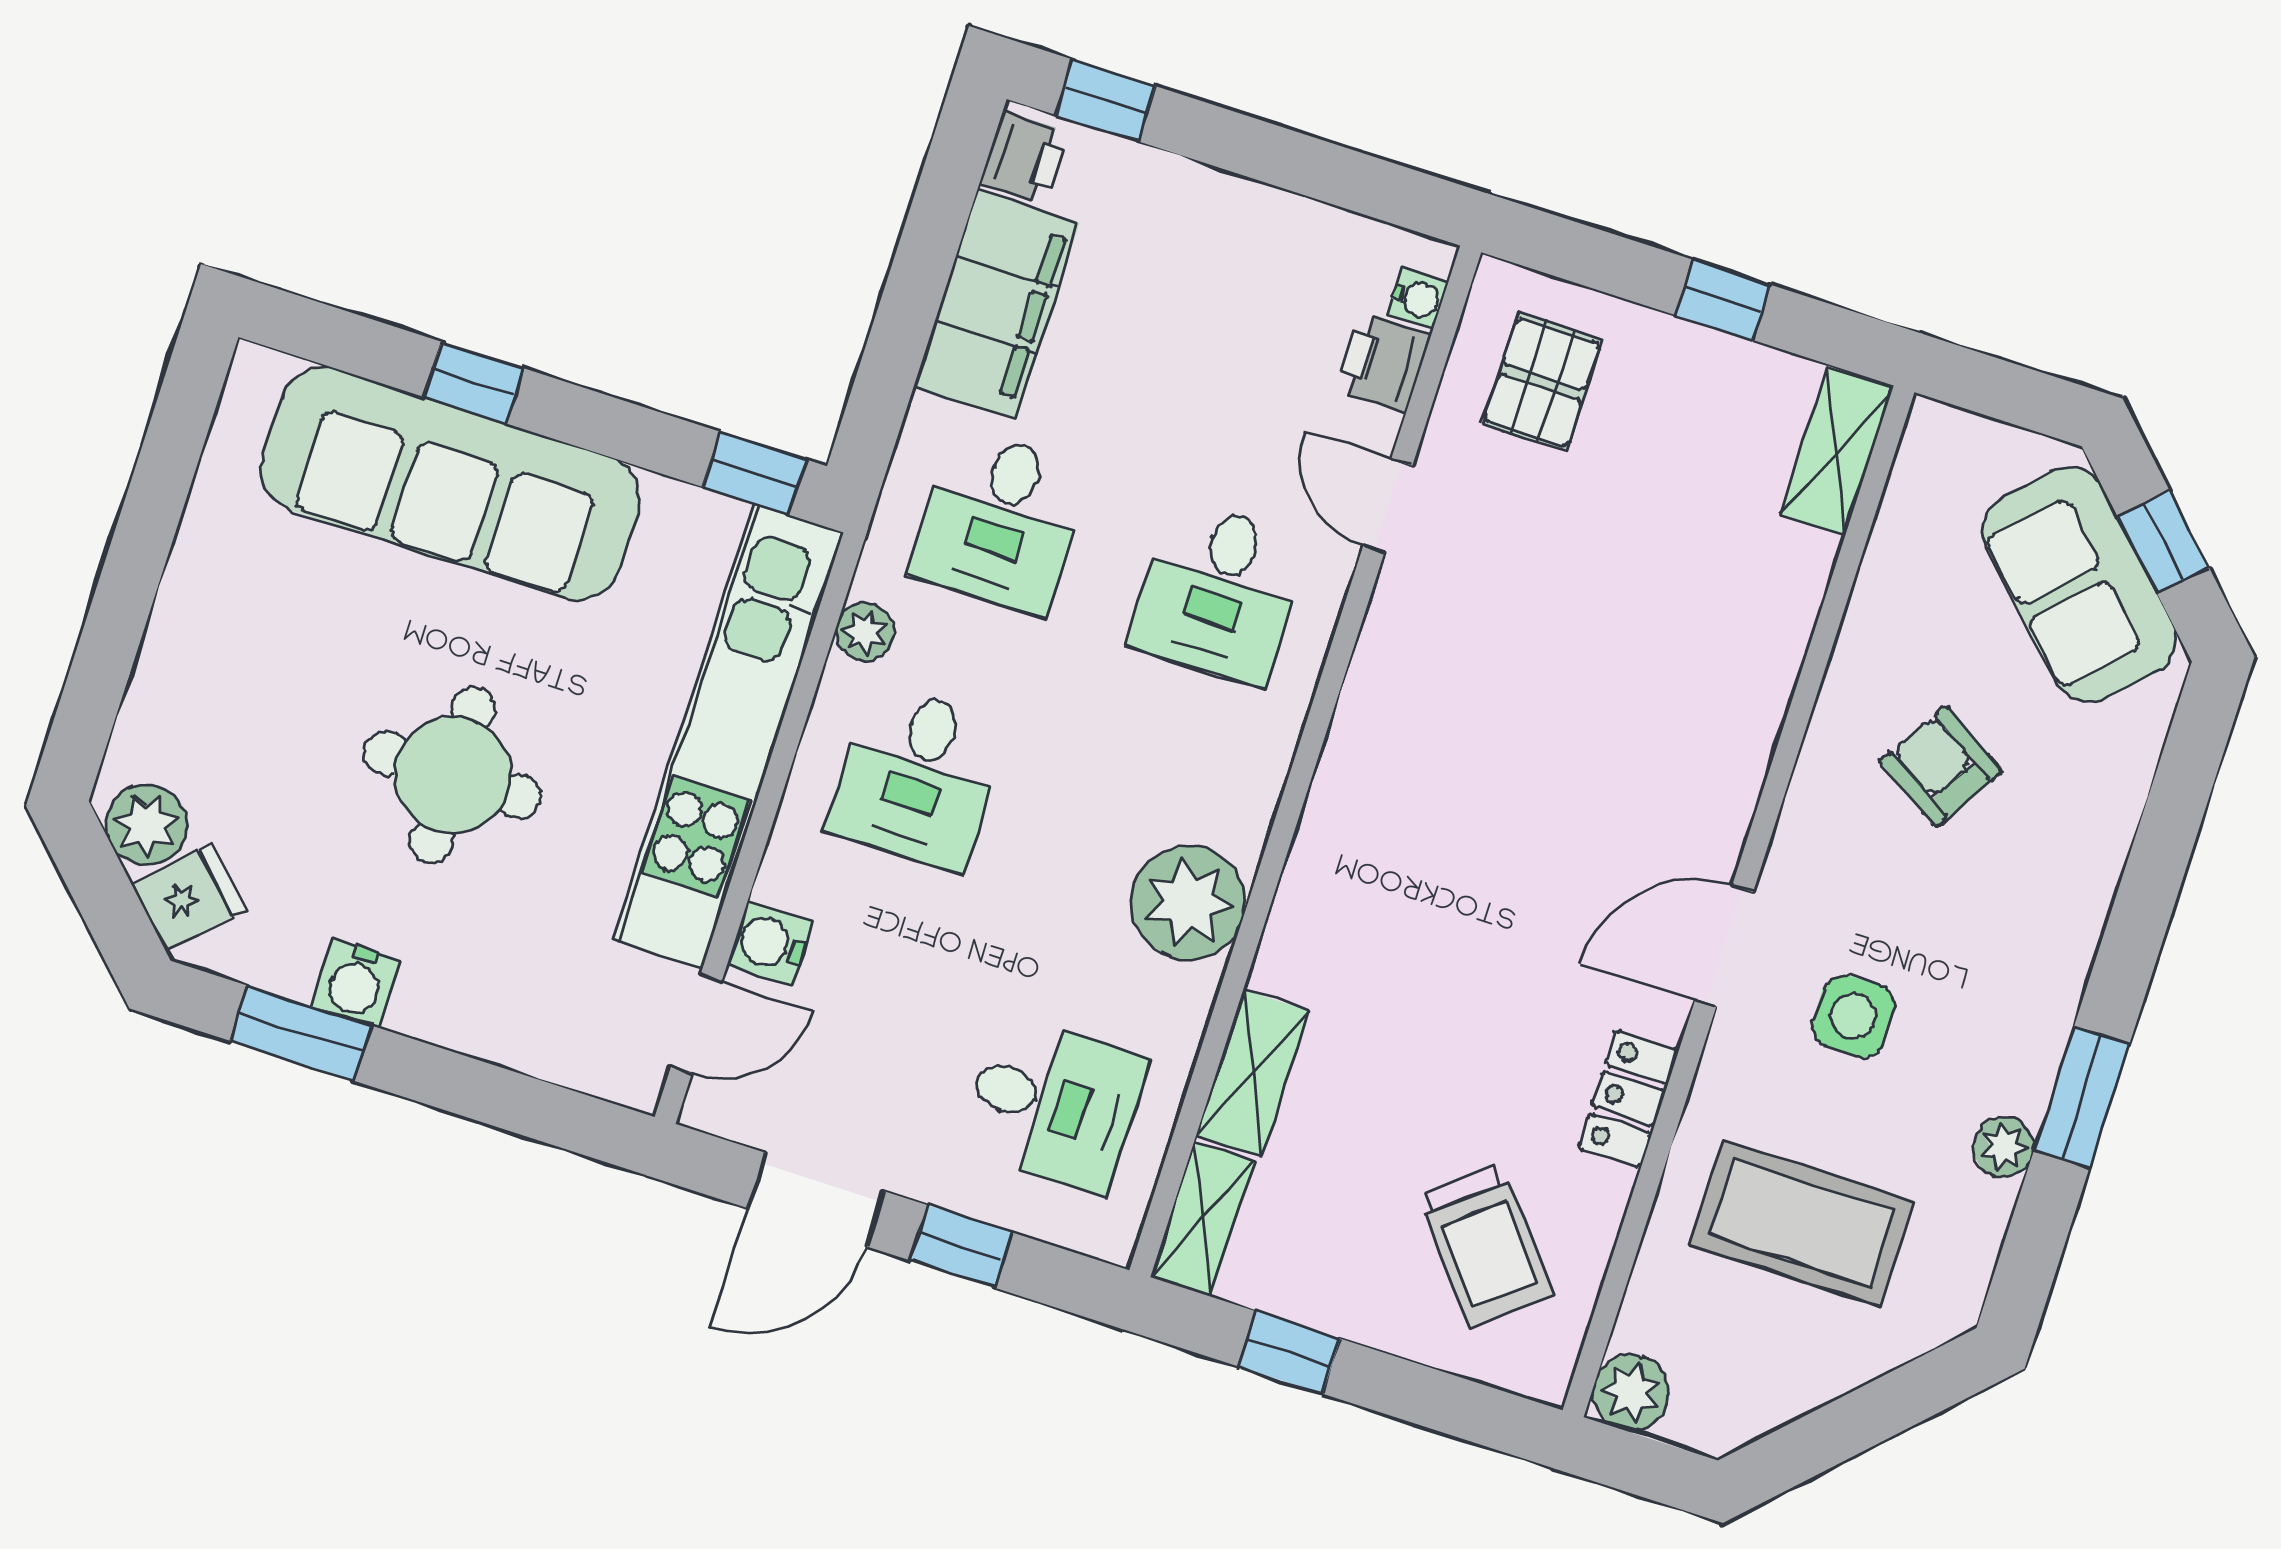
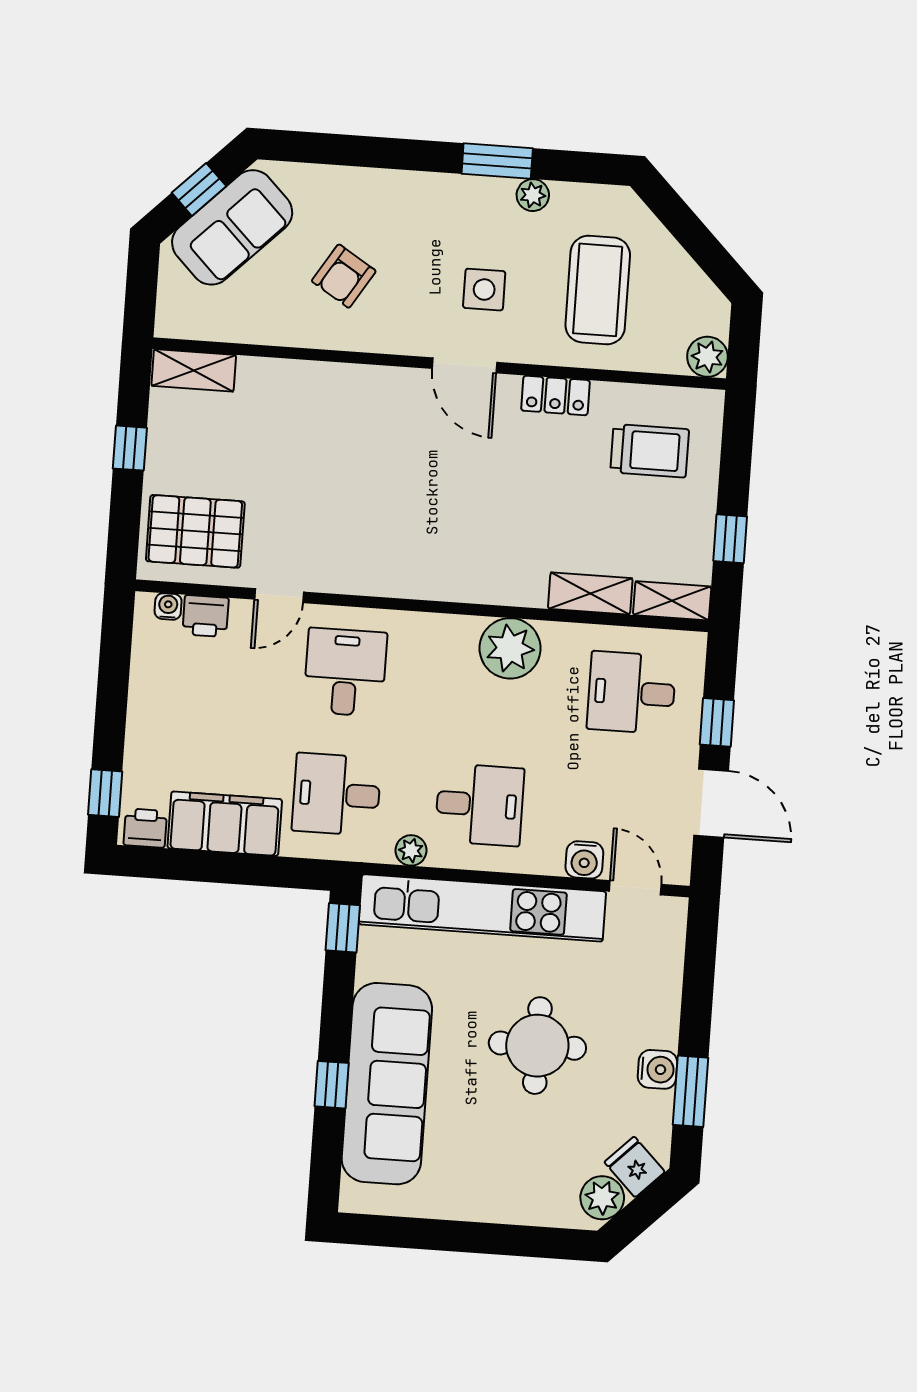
pallet: (1542, 382) -> (195, 531), width x1.50, depth x1.42
desk: (1000, 521) -> (336, 794), turned 180
desk: (1219, 592) -> (345, 672), turned -90
desk: (1053, 1104) -> (631, 693), turned -90
trolley: (1486, 1245) -> (650, 451), turned 39

